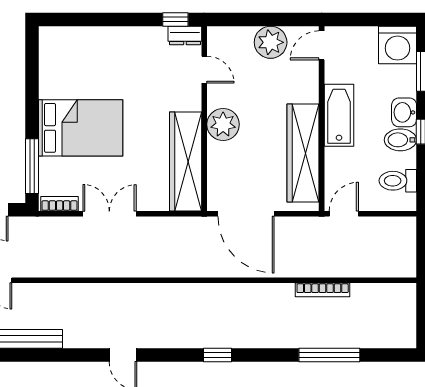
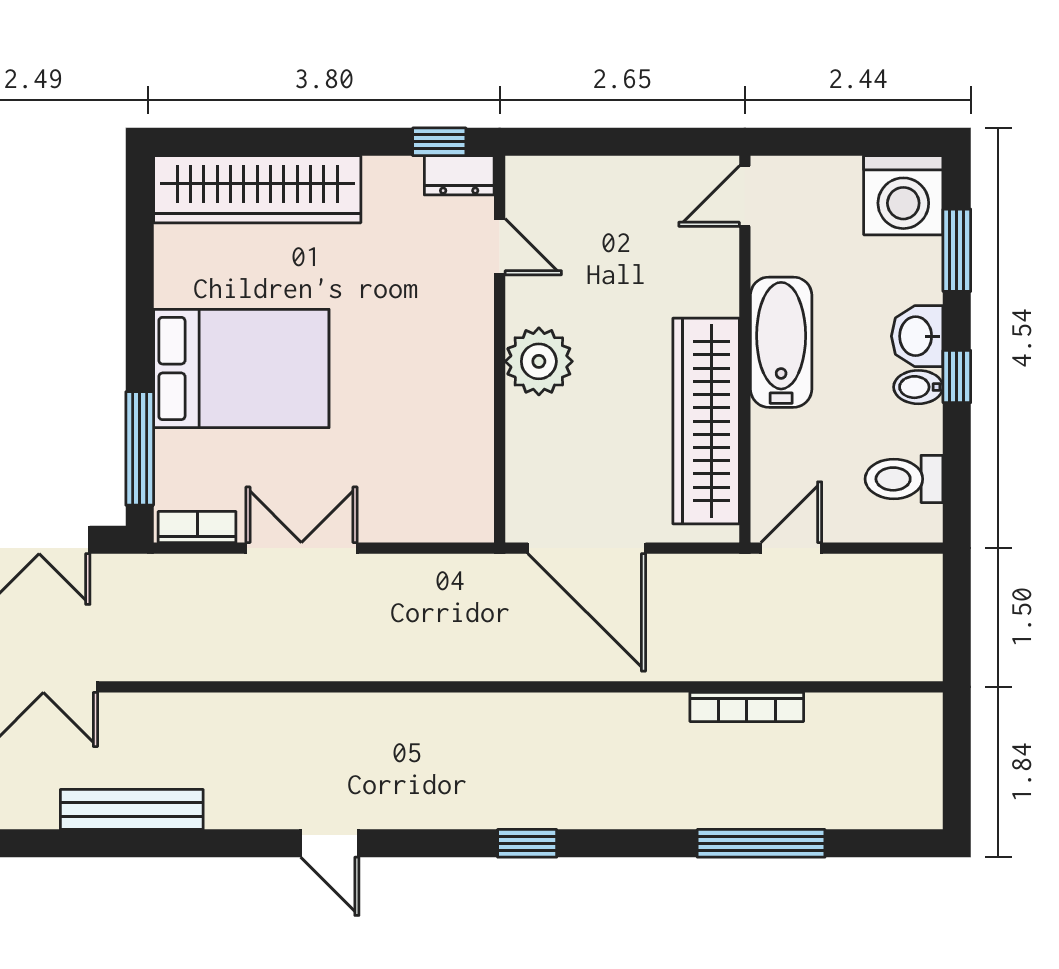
plant: (271, 42) -> (638, 190), removed
bidet: (400, 140) -> (918, 387), width x0.72, depth x0.74
wardrobe: (186, 162) -> (257, 189), moved, turned -90

